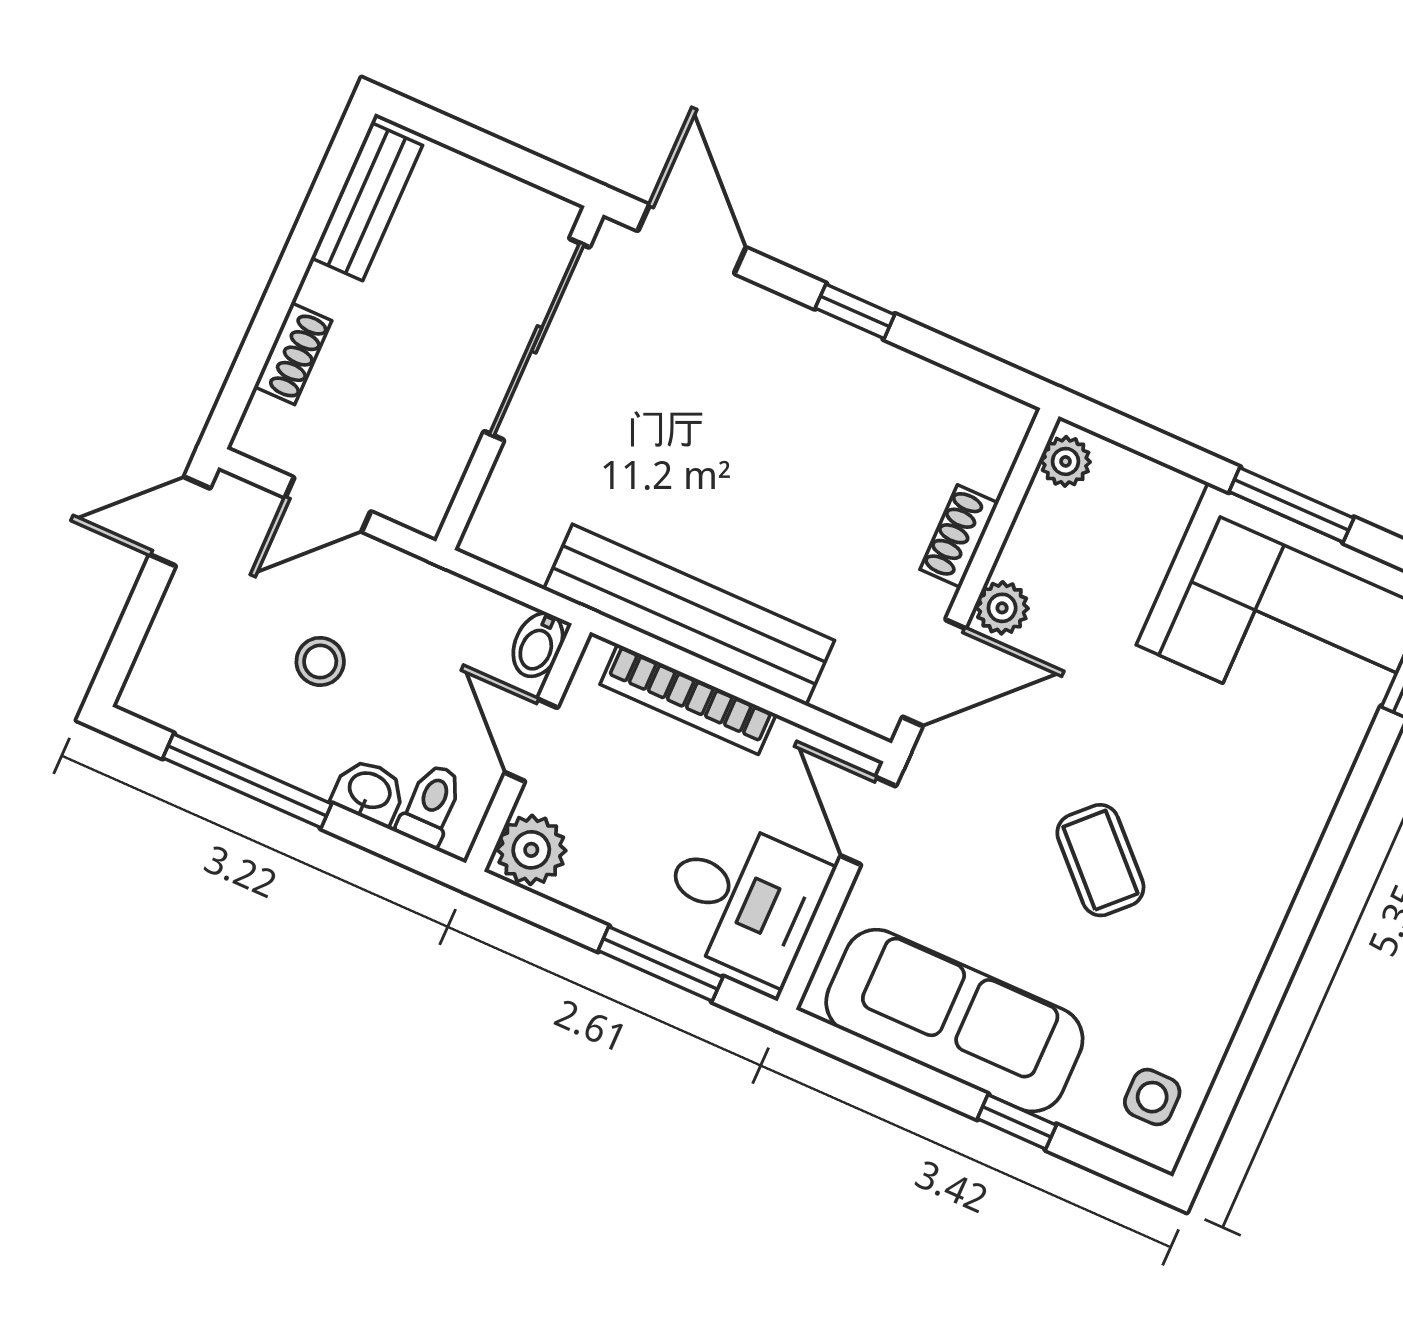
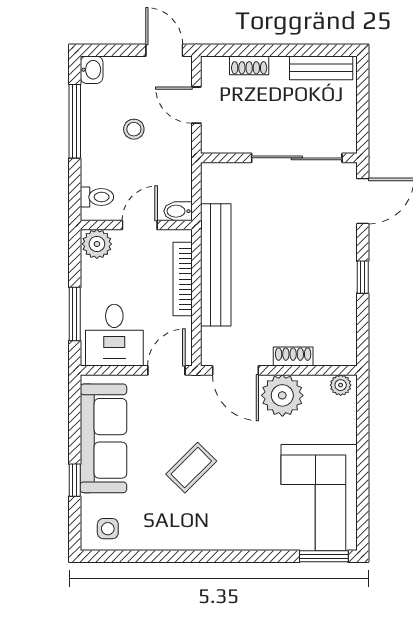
window: (1291, 505) -> (363, 481), removed
plant: (1002, 608) -> (282, 395), width x1.87, depth x1.87
washbasin: (369, 792) -> (92, 70), moved

